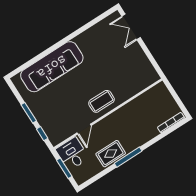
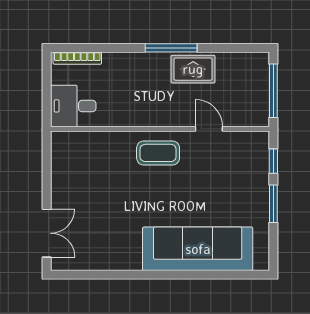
door: (84, 129) -> (209, 129), hinge flipped
desk: (72, 154) -> (73, 106), moved, turned 90
window: (64, 168) -> (273, 91), width x1.44

